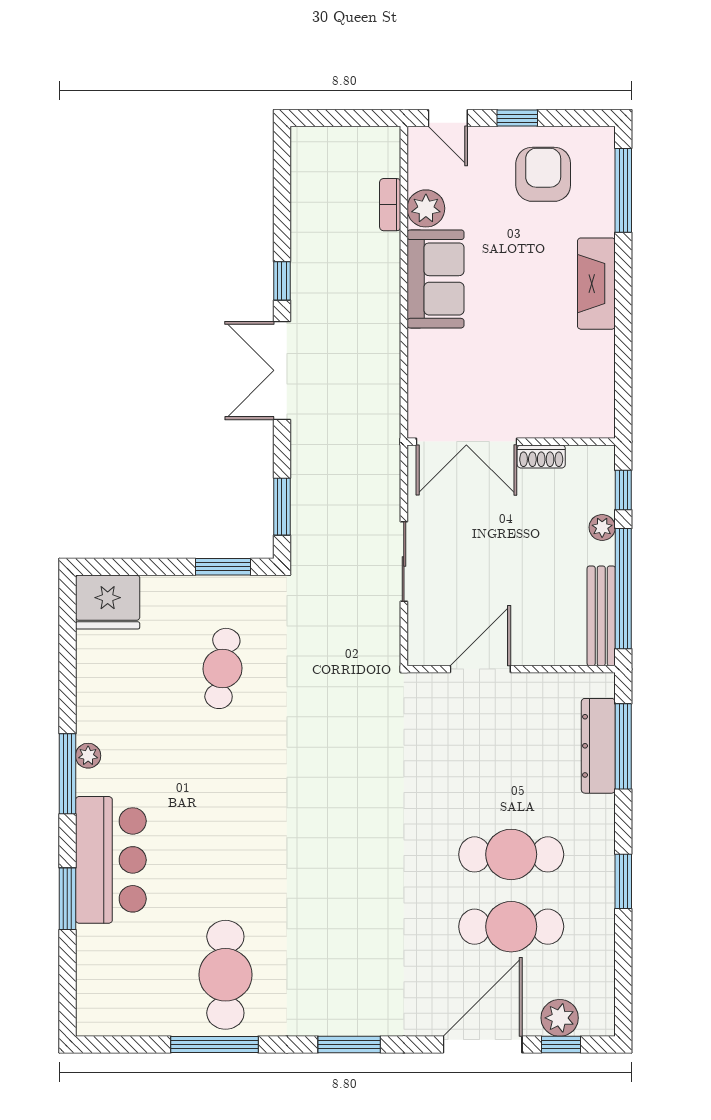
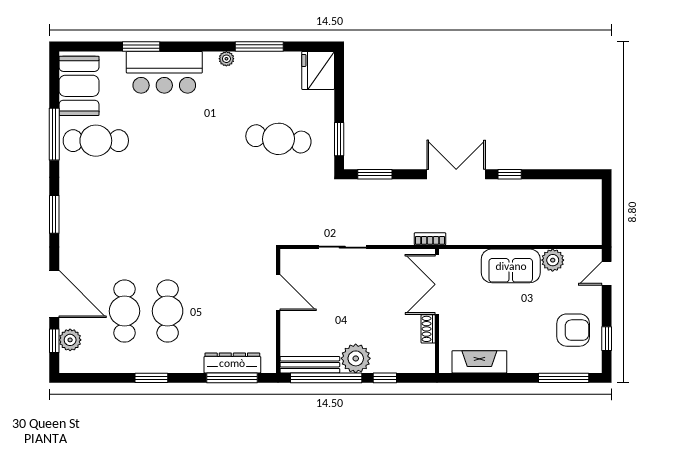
window: (517, 118) -> (607, 339), moved
bookcase: (390, 205) -> (430, 239), moved
fireplace: (596, 284) -> (479, 362), moved
double door: (466, 442) -> (437, 284), moved
wall: (511, 442) -> (437, 311), moved
shoe rack: (541, 456) -> (428, 329), moved
plant: (602, 527) -> (356, 358), width x1.88, depth x1.88
cafe table: (222, 668) -> (278, 139), width x1.37, depth x1.35
window: (67, 774) -> (259, 46), moved
booth: (134, 1003) -> (79, 86), added

